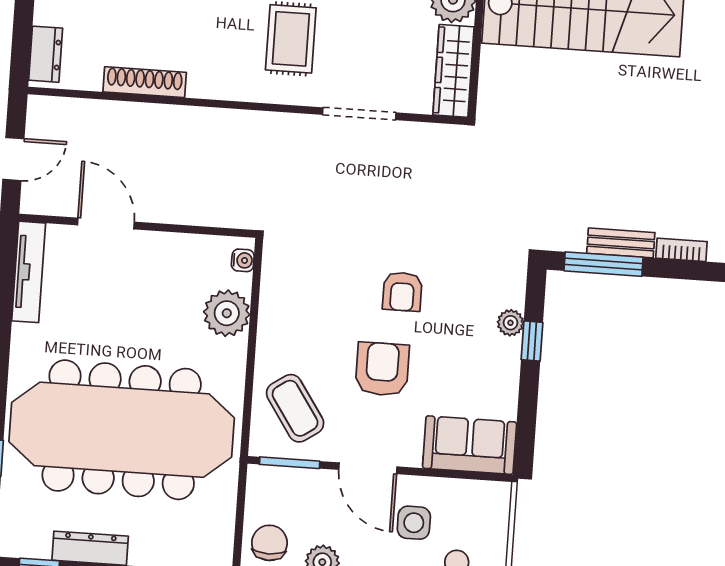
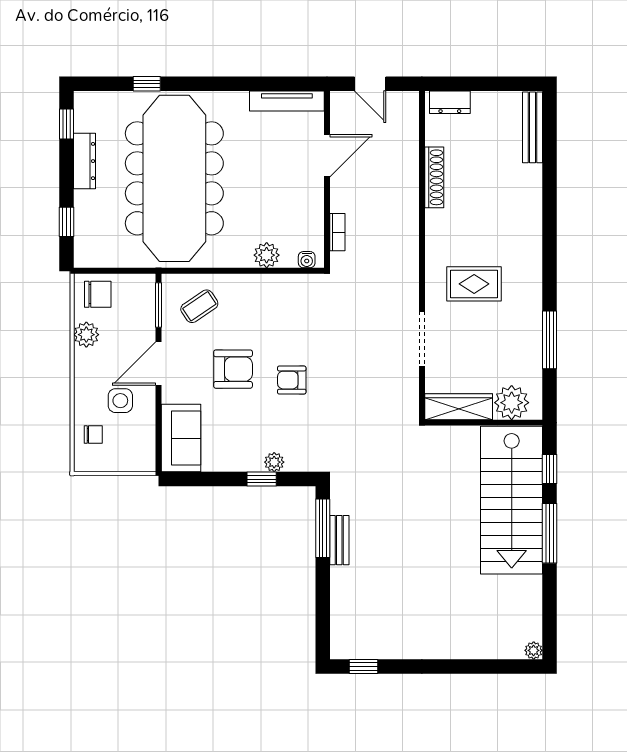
bookcase: (681, 250) -> (337, 232), moved
plant: (227, 313) -> (267, 255), width x0.73, depth x0.73
coffee table: (295, 408) -> (199, 306), width x0.73, depth x0.77

